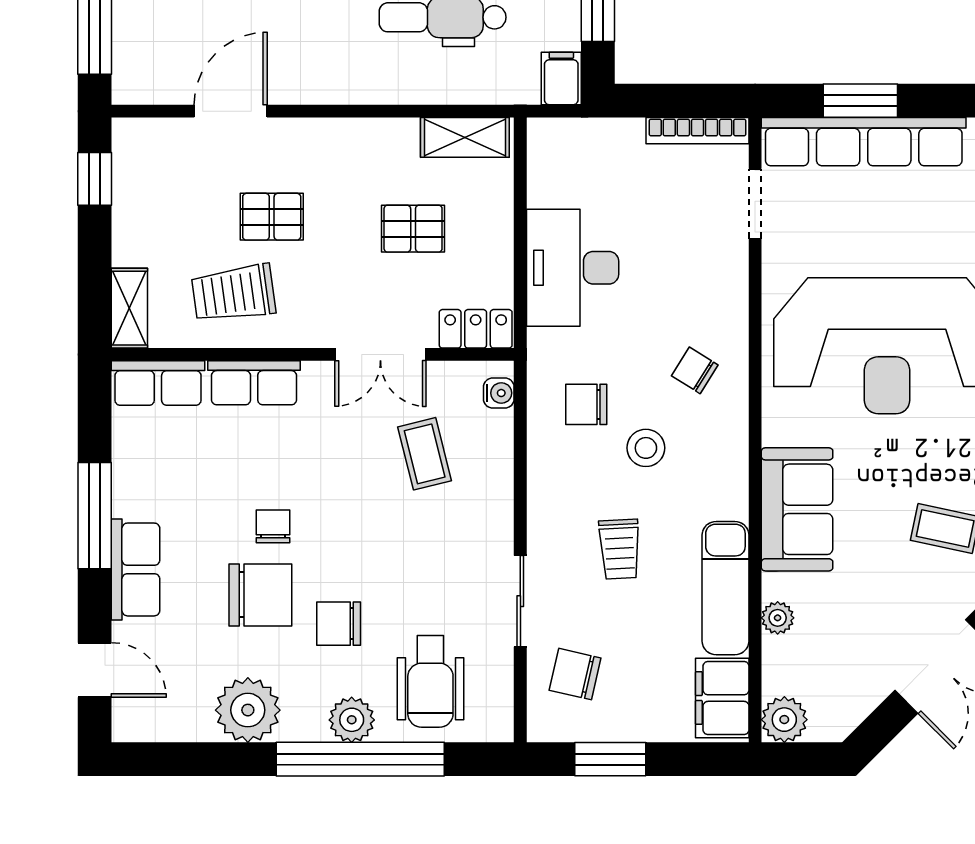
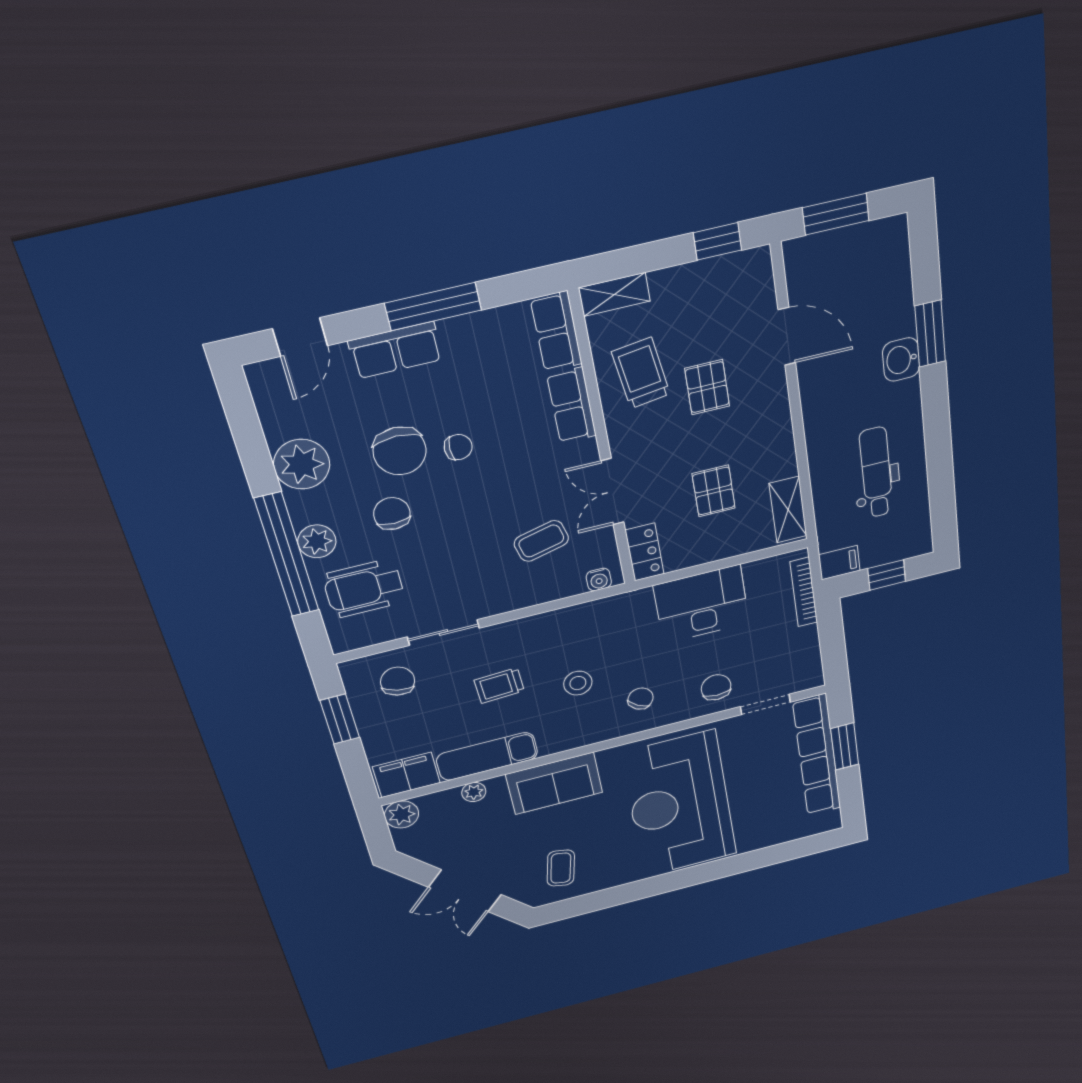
bookcase: (697, 131) -> (804, 592), moved
chair: (586, 404) -> (716, 687), moved

